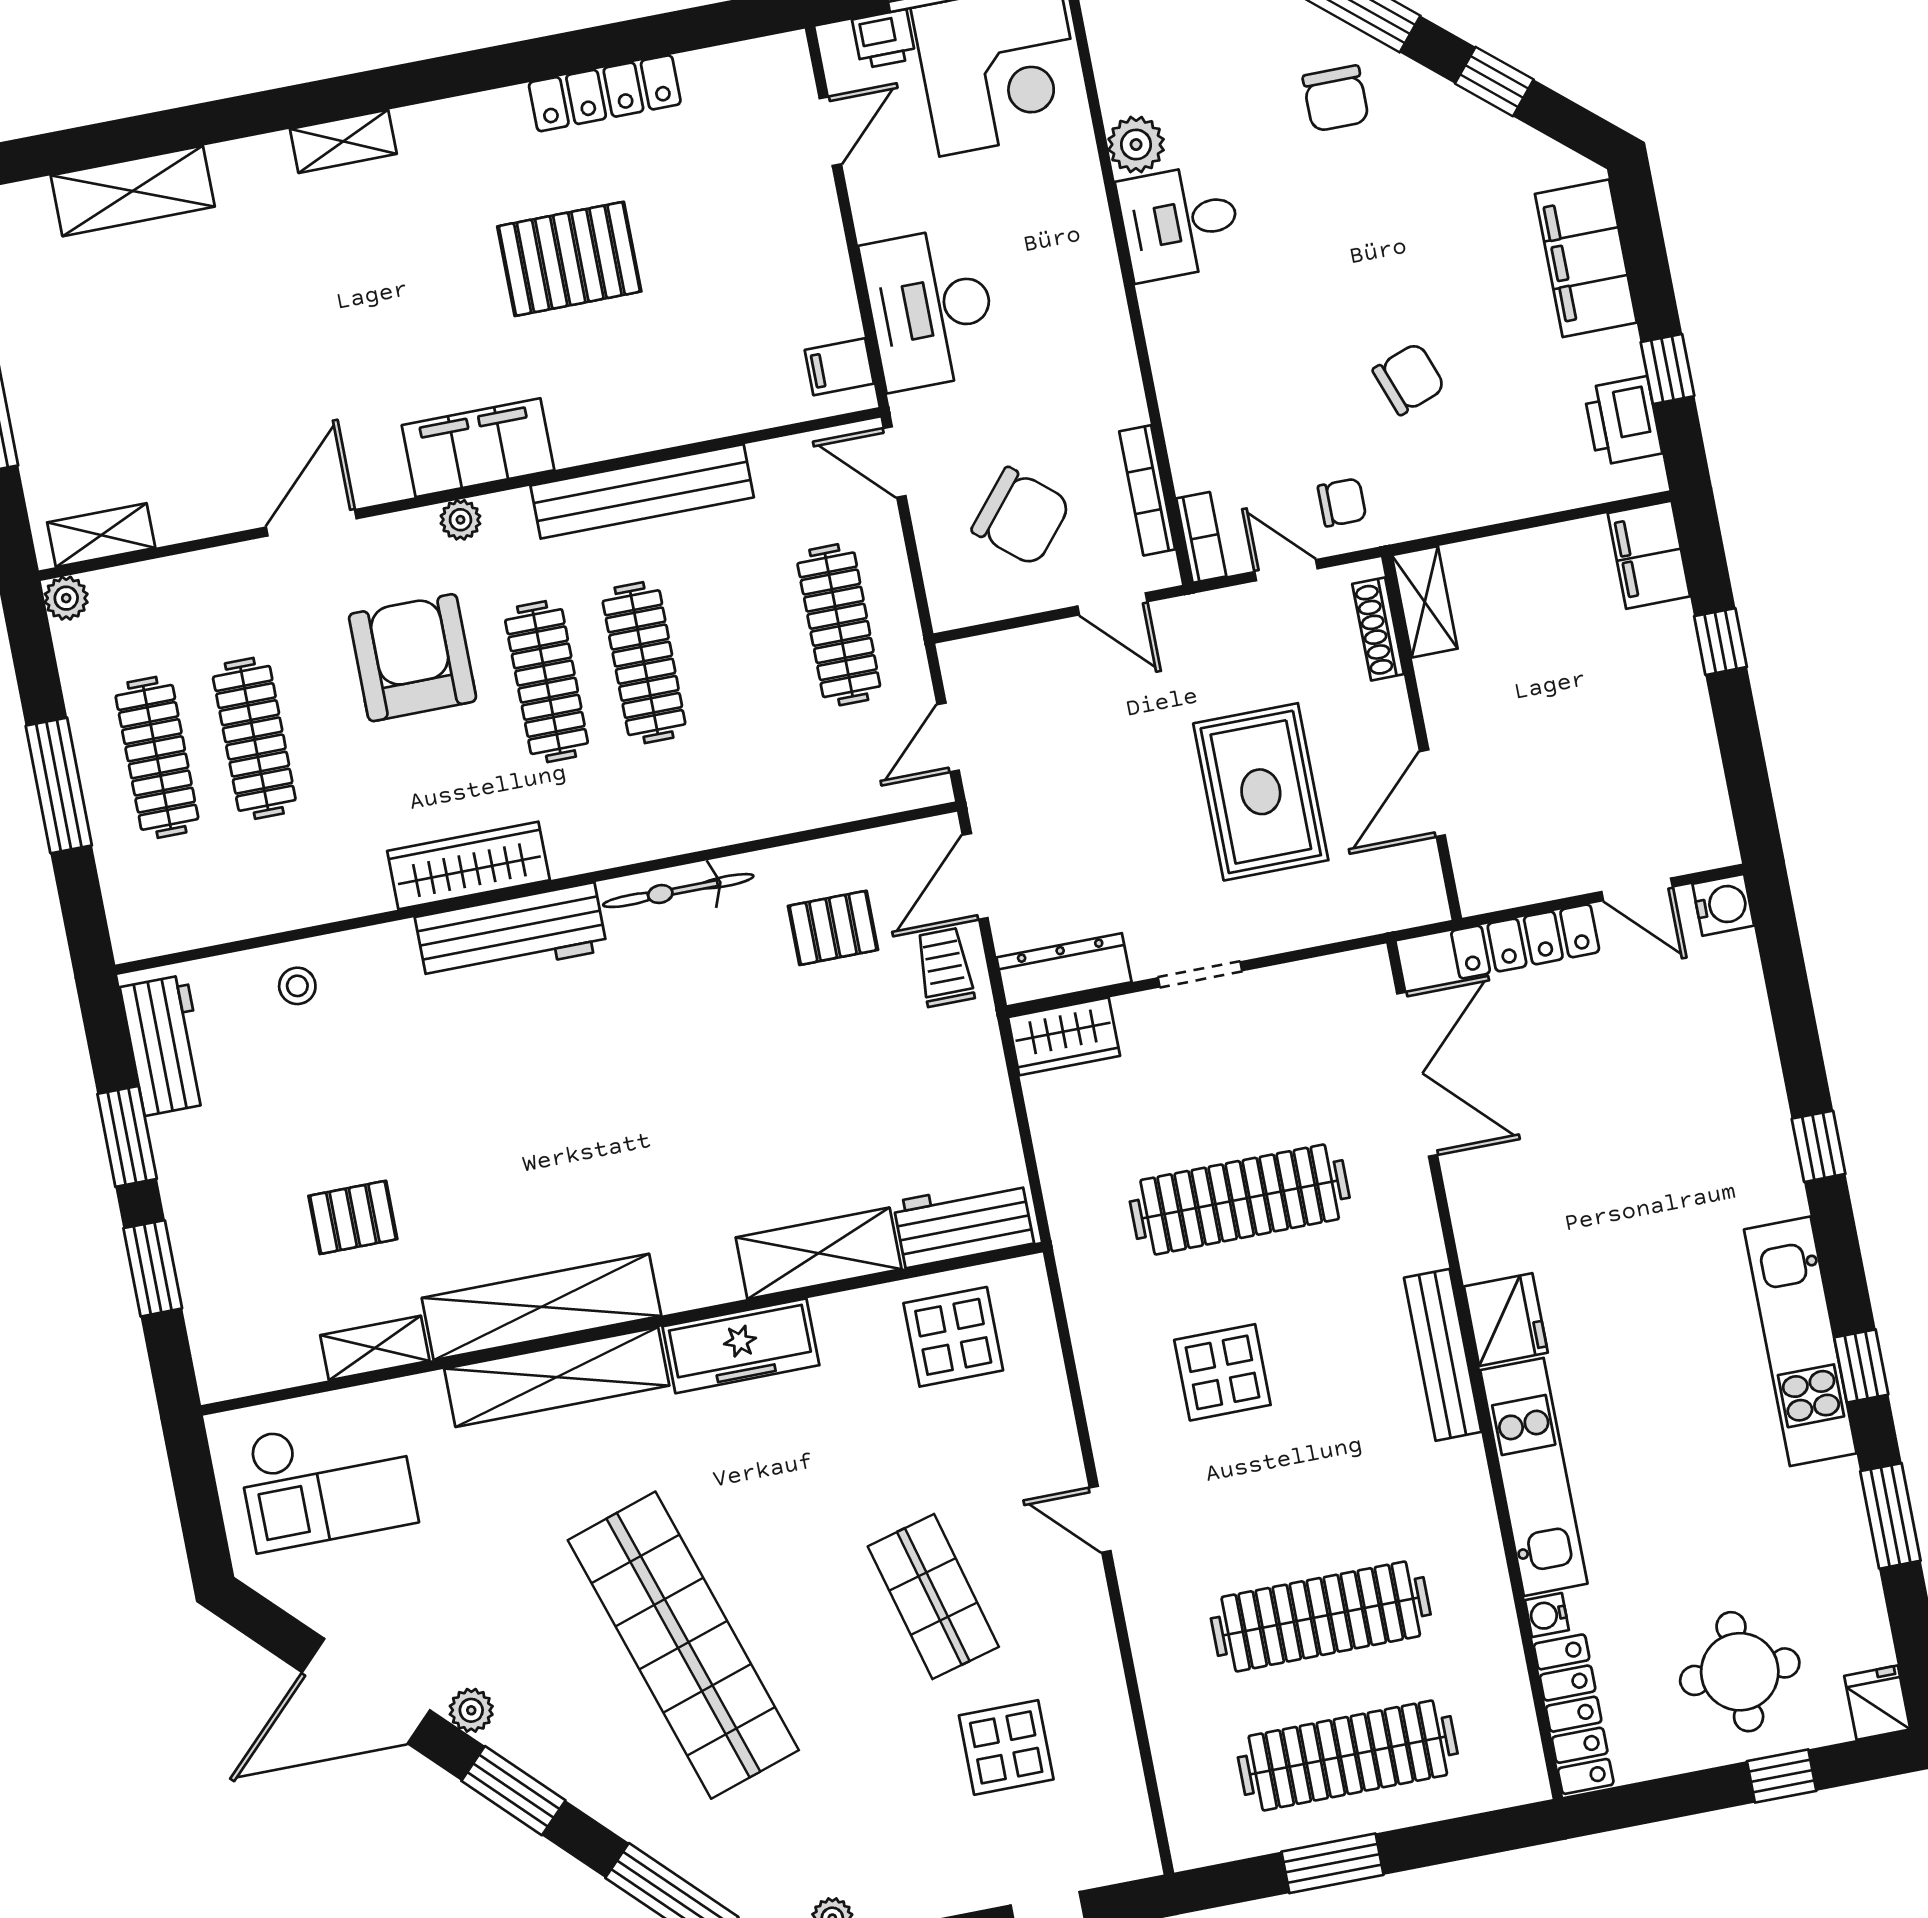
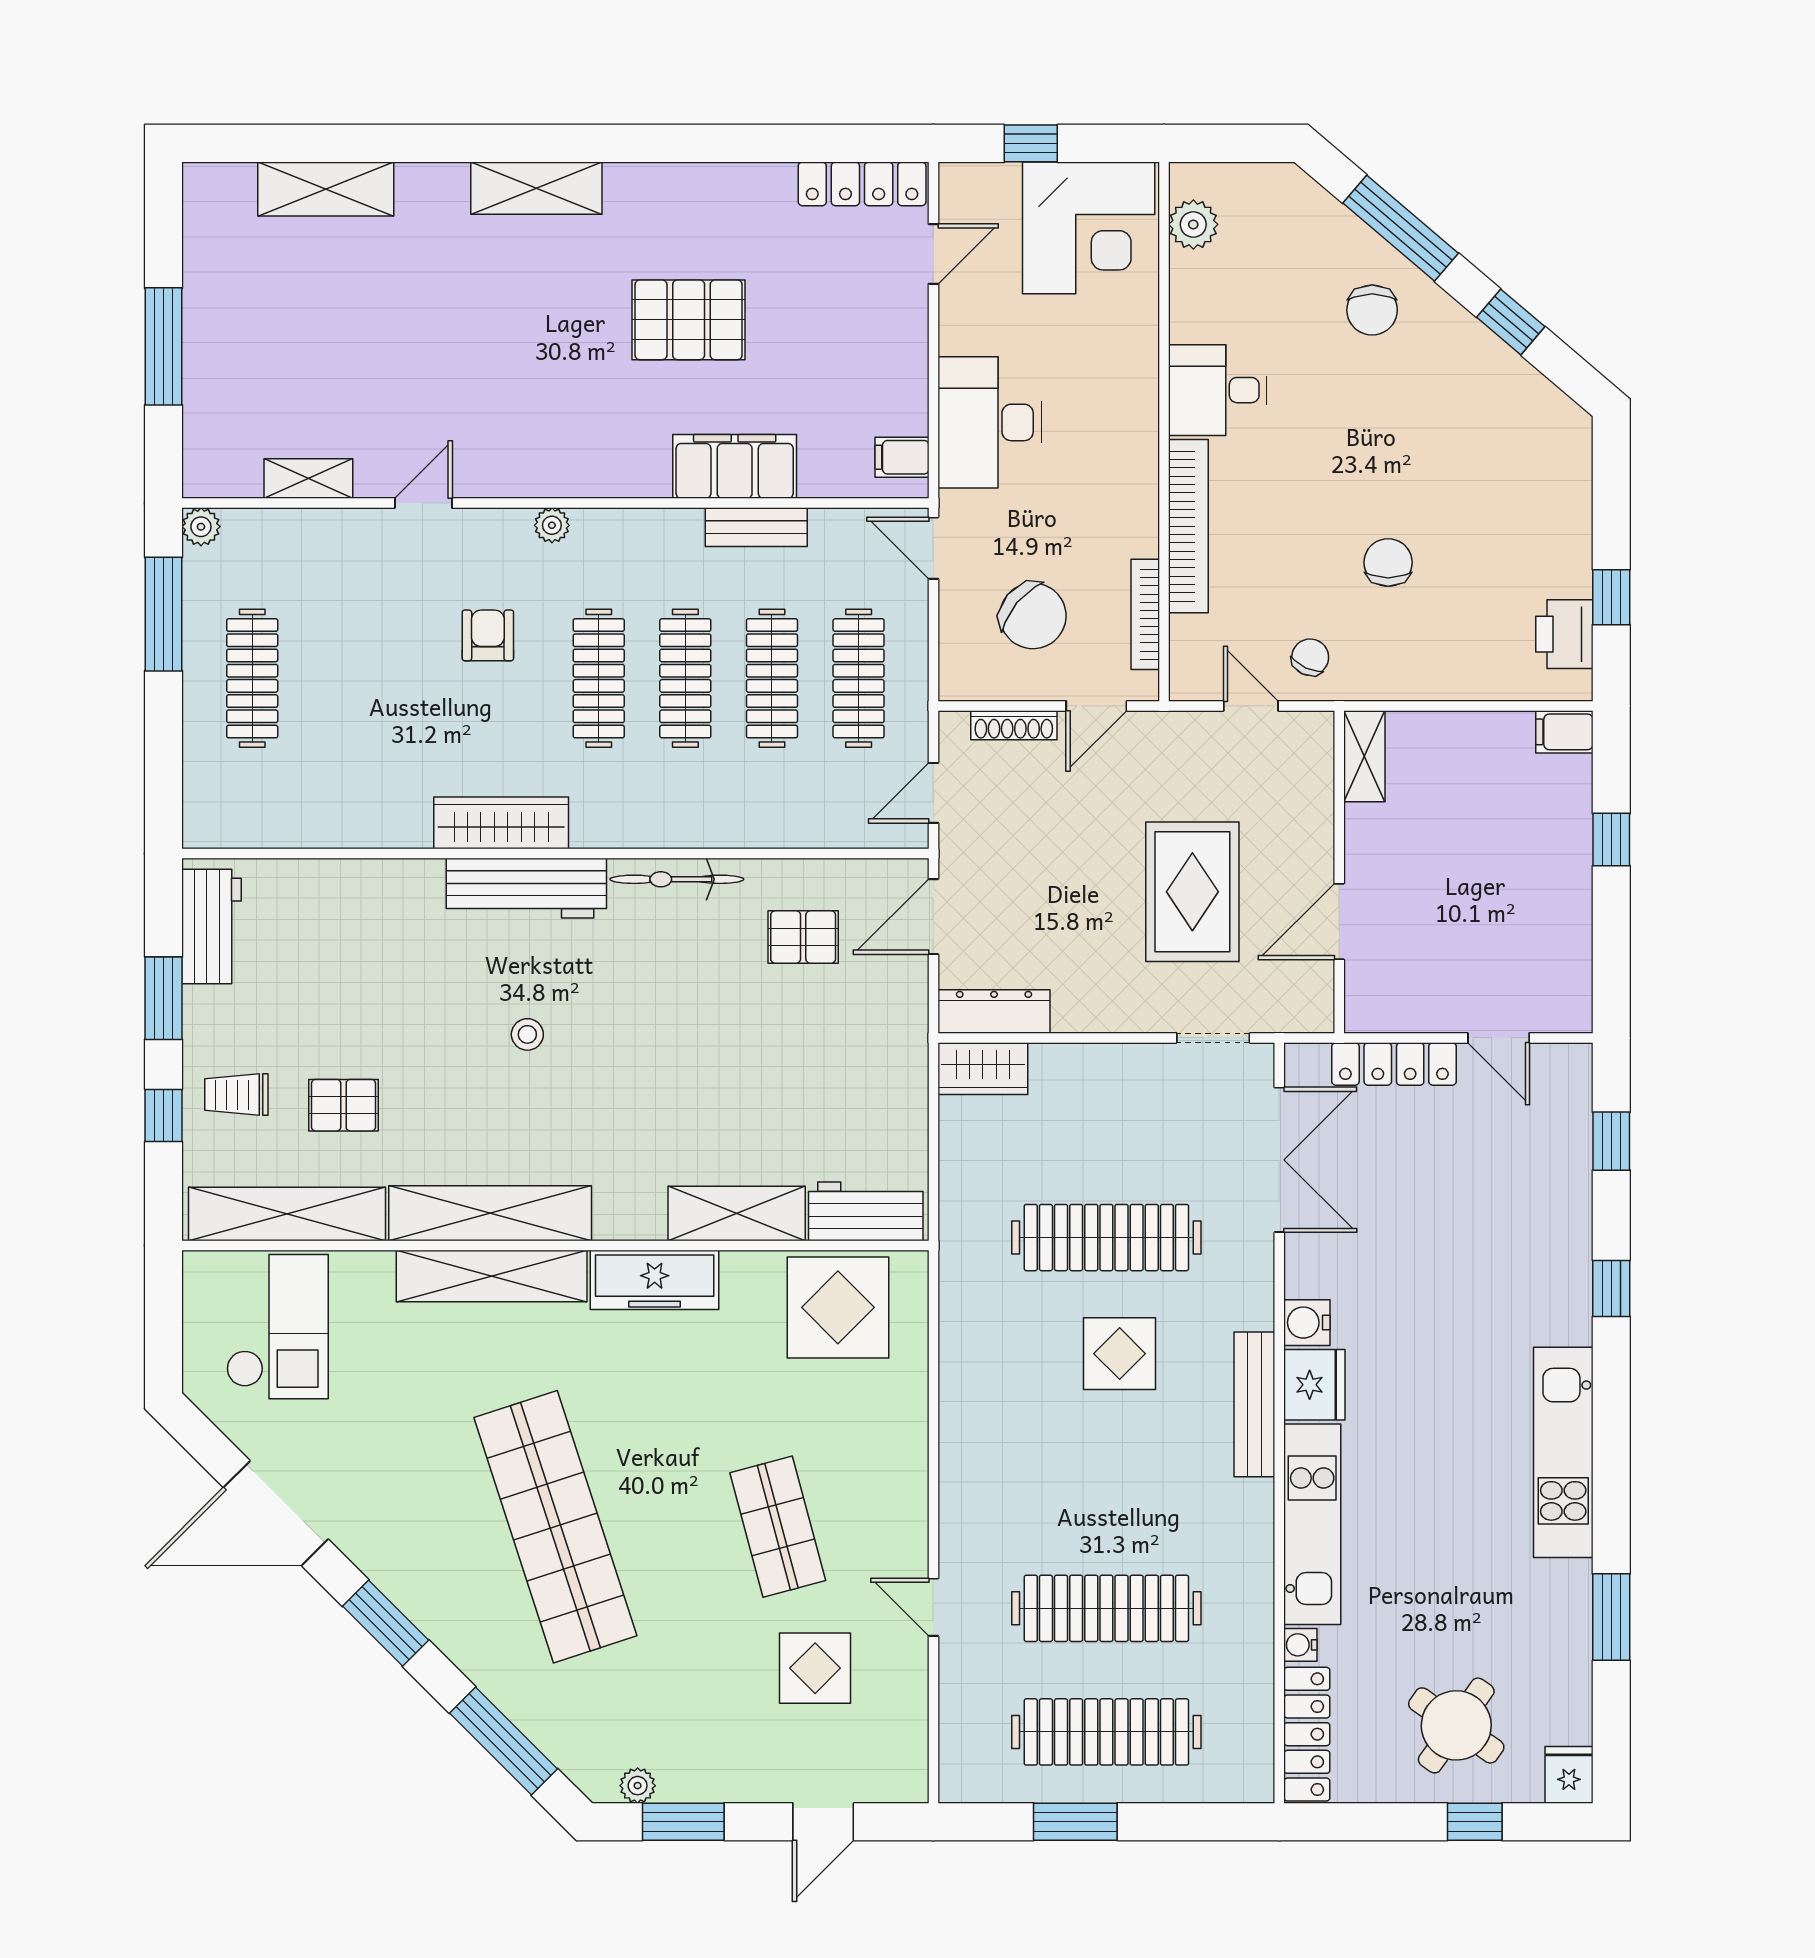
printer: (884, 39) -> (995, 184), removed
locker: (605, 93) -> (862, 184), moved
shelving: (343, 141) -> (536, 188), width x1.50, depth x1.33
plant: (1136, 145) -> (1193, 224), moved
filing cabinet: (1586, 258) -> (1560, 489), removed
chair: (1409, 379) -> (1388, 563), turned -70
filing cabinet: (478, 448) -> (735, 466), moved
bench: (642, 491) -> (756, 527), width x0.54, depth x0.82
chair: (1342, 502) -> (1310, 657), turned -65
door: (311, 523) -> (423, 503), width x0.73
shelving: (101, 535) -> (308, 479), moved
bookcase: (1201, 537) -> (1188, 526), moved, width x2.31, depth x1.31
filing cabinet: (1649, 555) -> (1564, 732), width x0.50
door: (1112, 604) -> (1096, 706), hinge flipped
shoe rack: (1378, 629) -> (1014, 725), moved, turned -90
armchair: (413, 658) -> (488, 635), width x0.53, depth x0.53
clothes rail: (254, 738) -> (772, 678), moved
window: (59, 785) -> (163, 614), moved
water cooler: (1723, 905) -> (1307, 1323), moved, turned 180
trolley: (945, 967) -> (236, 1095), moved, turned -90
doorway: (1200, 974) -> (1213, 1038), moved
stool: (297, 986) -> (527, 1034), moved
window: (153, 1268) -> (163, 1115), width x0.67
display table: (953, 1337) -> (838, 1307), width x1.36, depth x1.36
shelving: (375, 1348) -> (287, 1214), width x2.20, depth x1.33
window: (1861, 1366) -> (1611, 1141), moved
display table: (1222, 1372) -> (1120, 1354), moved
checkout: (327, 1481) -> (277, 1327), turned -90
door: (1100, 1519) -> (933, 1607), moved
round table: (1740, 1672) -> (1456, 1725), turned 35
plant: (471, 1710) -> (363, 1547), removed

